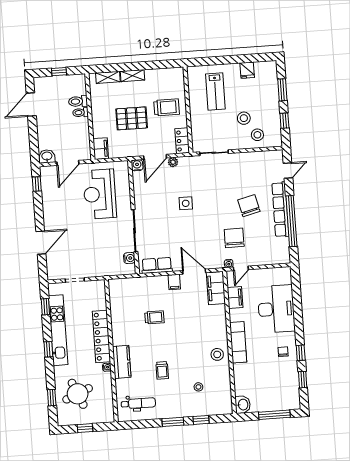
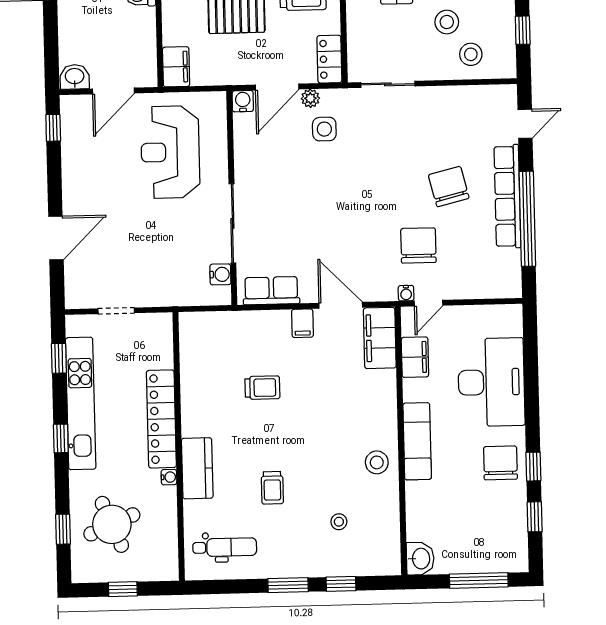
side table: (186, 203) -> (324, 129), moved
chair: (283, 352) -> (500, 463), width x1.87, depth x1.87

